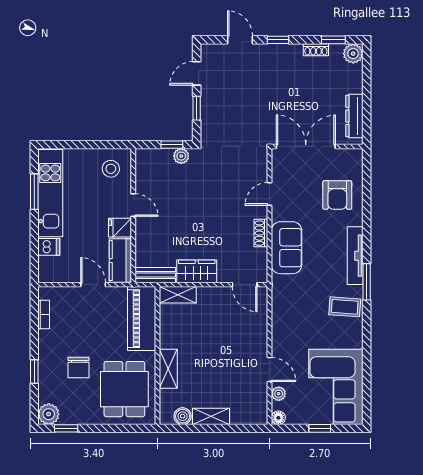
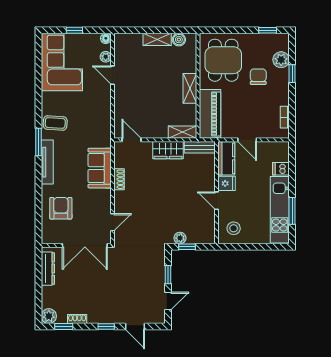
door: (270, 194) -> (113, 222), moved
shelving: (168, 369) -> (190, 88), moved
plant: (49, 414) -> (281, 60), moved

